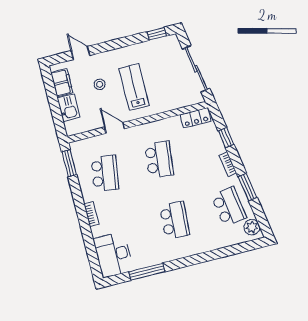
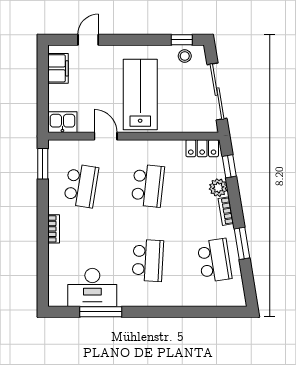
door: (80, 53) -> (88, 40), hinge flipped
stool: (100, 84) -> (185, 56), moved
lab bench: (134, 87) -> (140, 95), width x1.36, depth x1.39
kitchen sink: (69, 108) -> (62, 122), moved, turned -90
window: (226, 138) -> (229, 166), moved
plant: (252, 227) -> (218, 188), moved
desk: (113, 255) -> (92, 287), moved, turned -90

